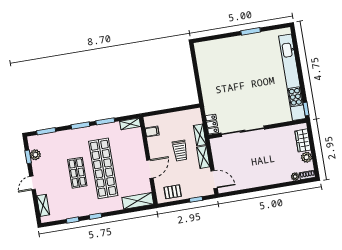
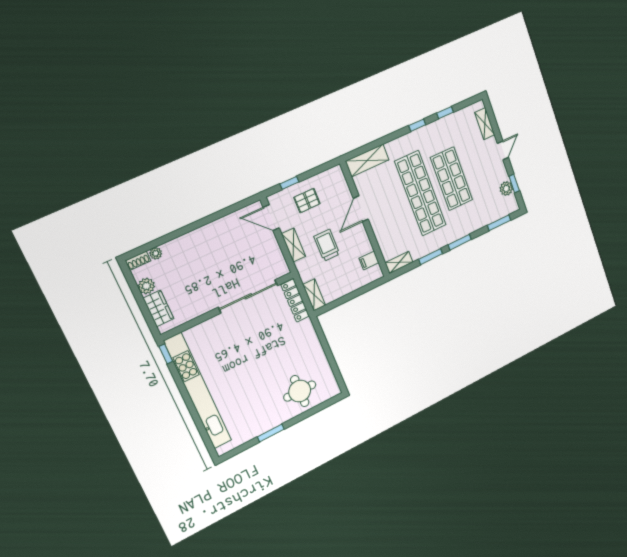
round table: (223, 54) -> (300, 391), added
locker: (212, 124) -> (295, 300), width x1.53
shelving: (200, 135) -> (314, 295), moved
shop shelf: (77, 173) -> (452, 179), width x1.43, depth x1.36
pallet: (173, 192) -> (307, 201), moved

